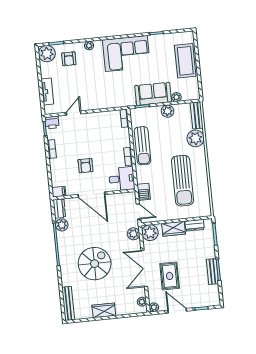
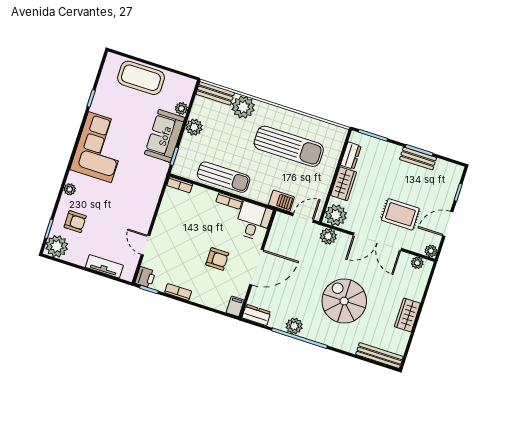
plant: (62, 225) -> (294, 326), moved

